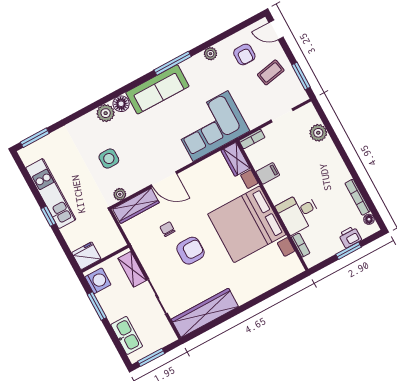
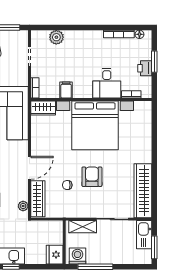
printer: (350, 237) -> (145, 68), moved
window: (97, 306) -> (95, 267), width x1.44
kitchen sink: (127, 335) -> (144, 235), moved, turned -90

